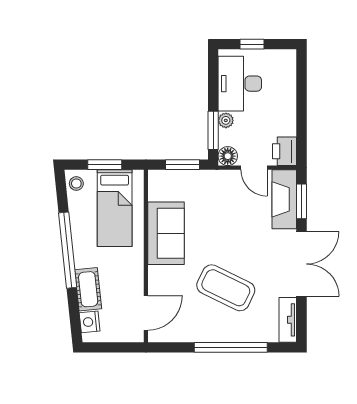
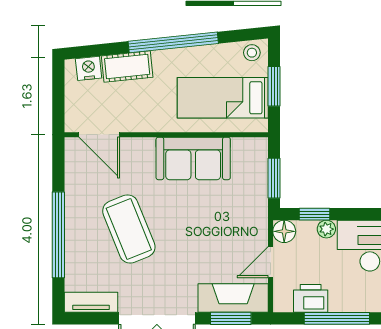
window: (301, 112) -> (337, 318), added
window: (213, 130) -> (314, 214), width x0.67
printer: (285, 151) -> (311, 298), moved
coffee table: (226, 288) -> (129, 229), turned -48

